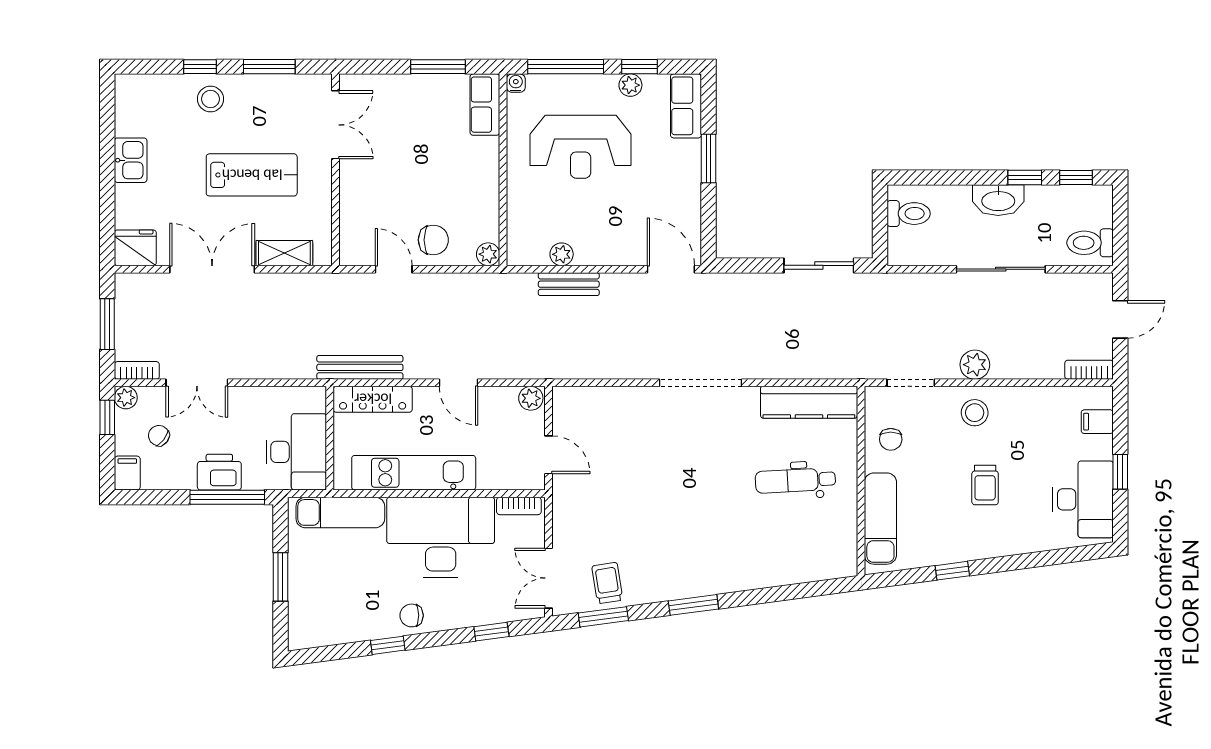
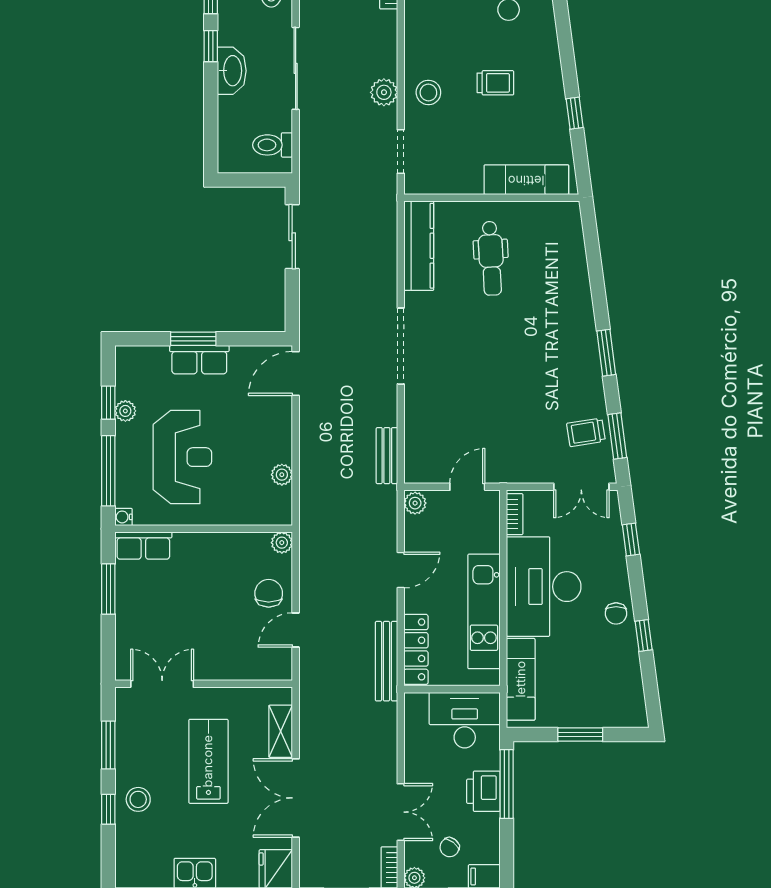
row of seats: (686, 106) -> (199, 360), moved
toilet: (909, 214) -> (273, 145), moved, turned -90
bench: (569, 284) -> (387, 456), moved
chair: (891, 439) -> (453, 170), removed

